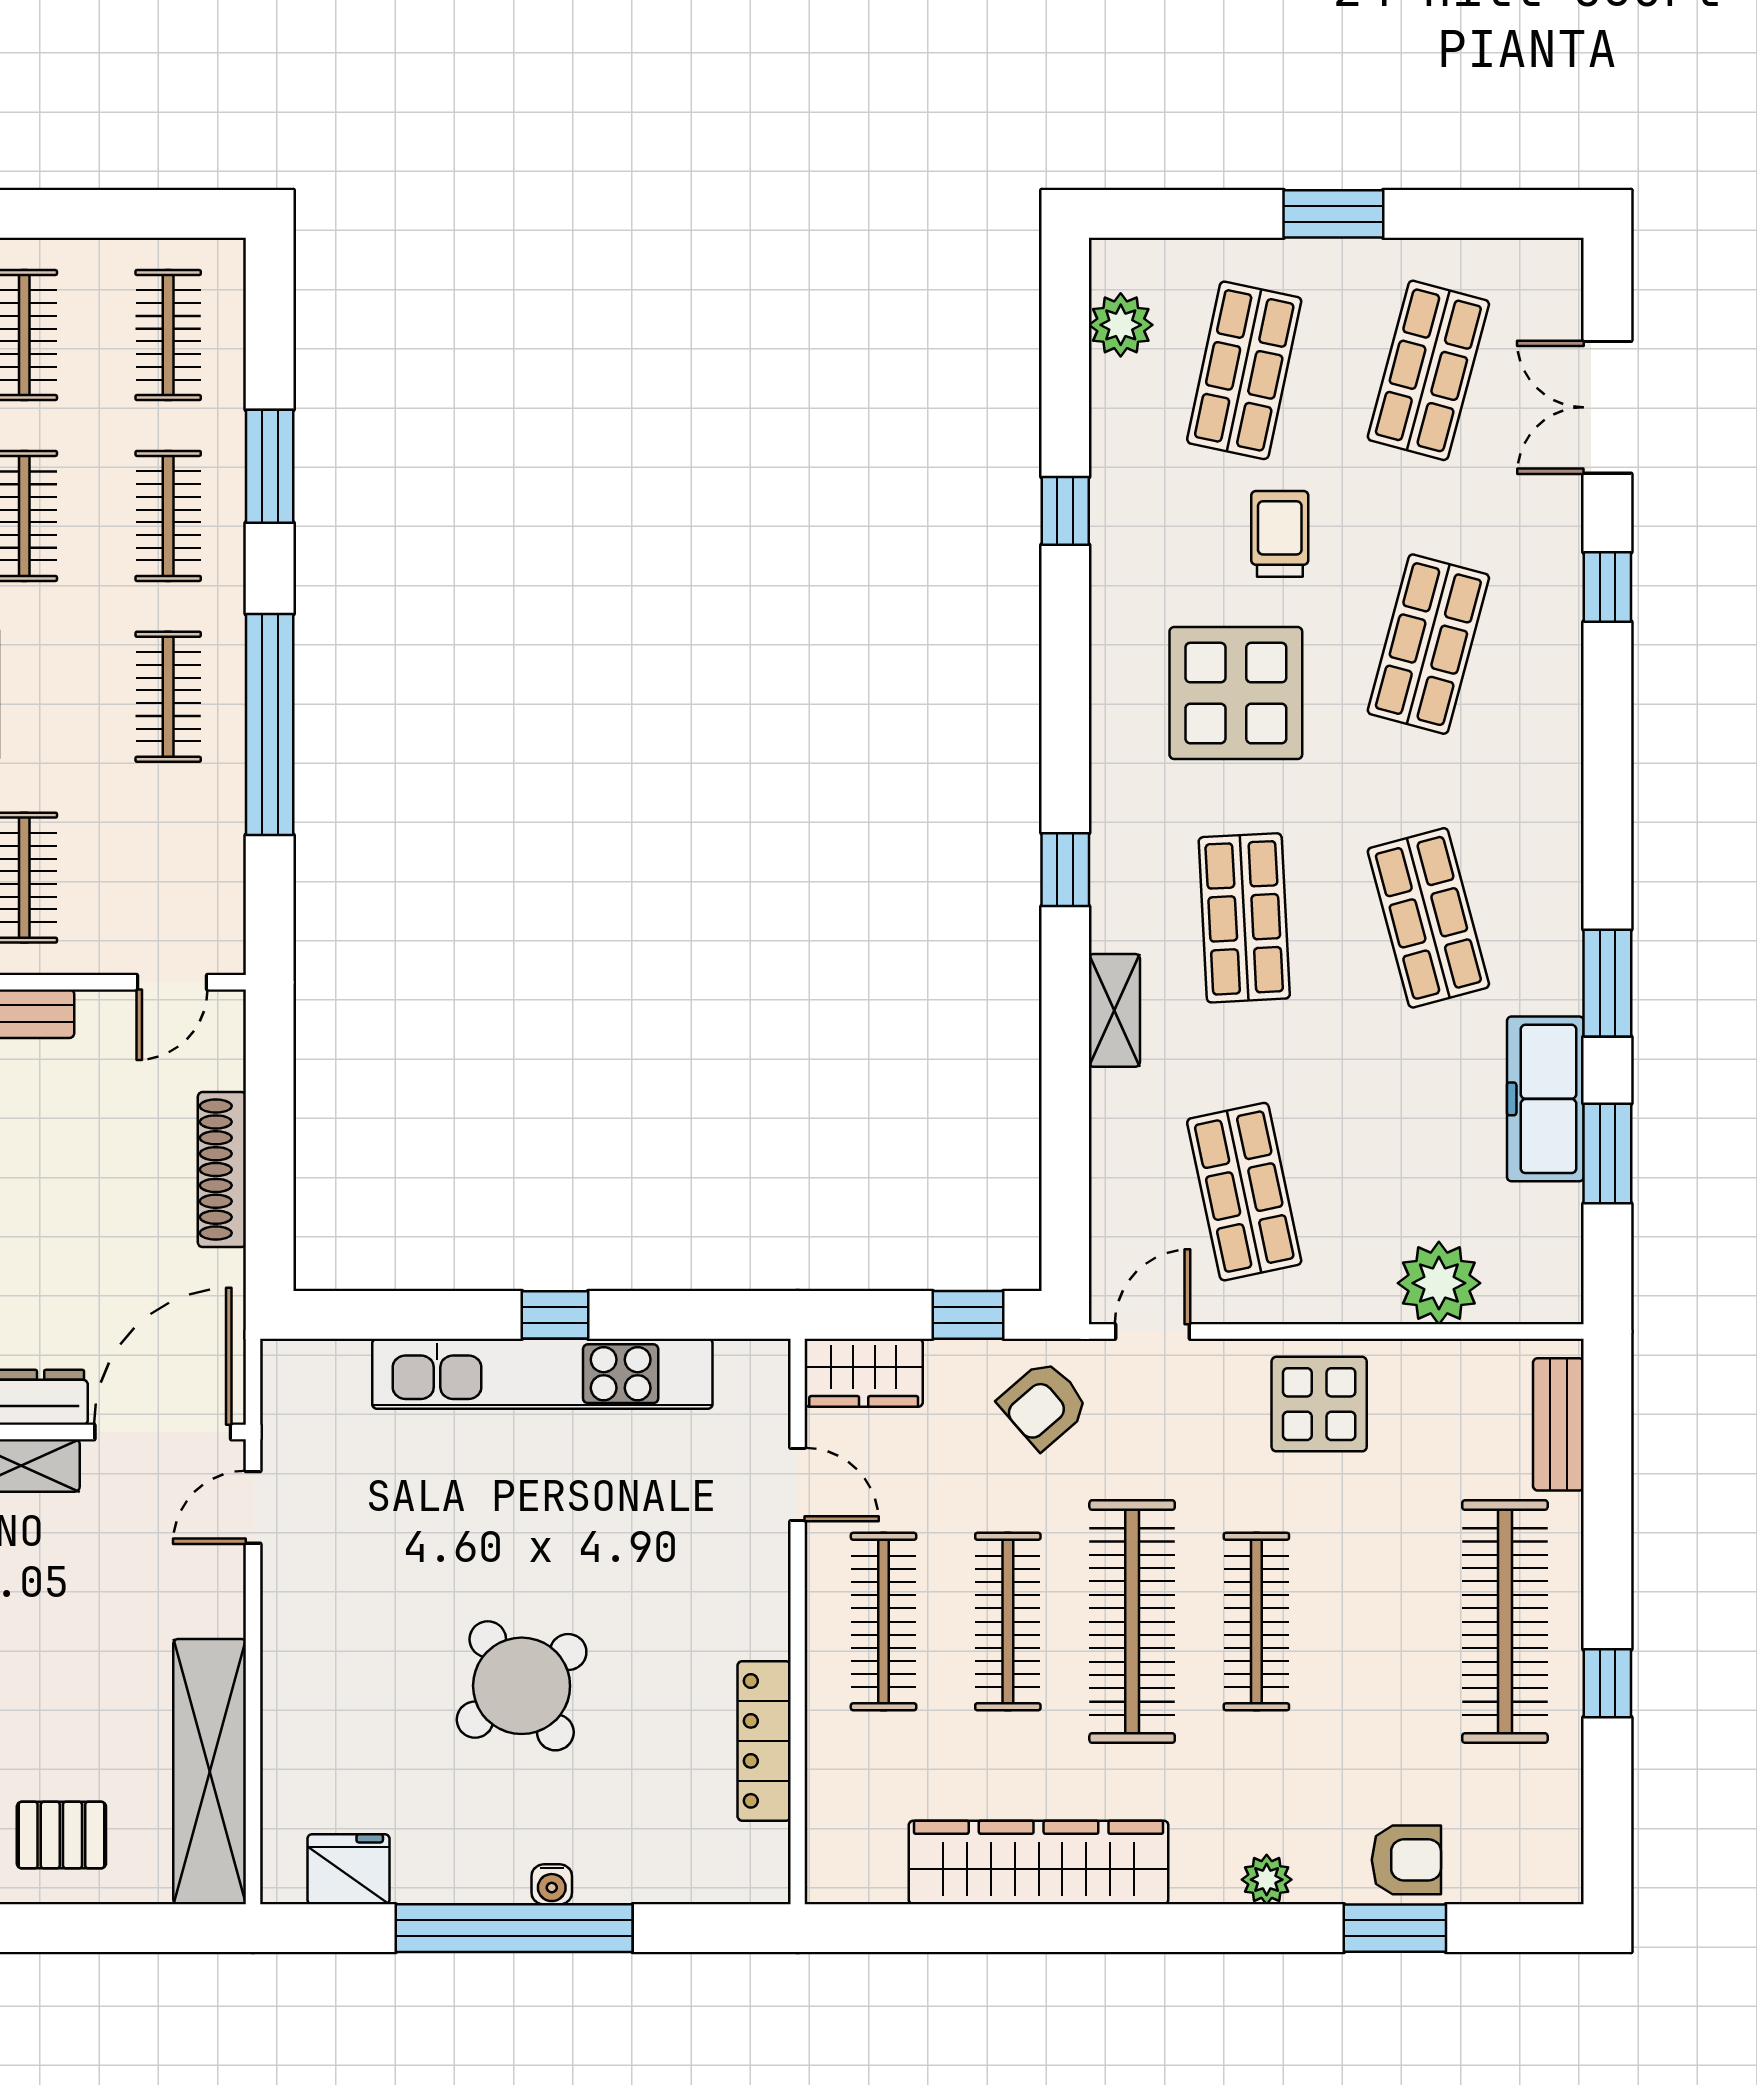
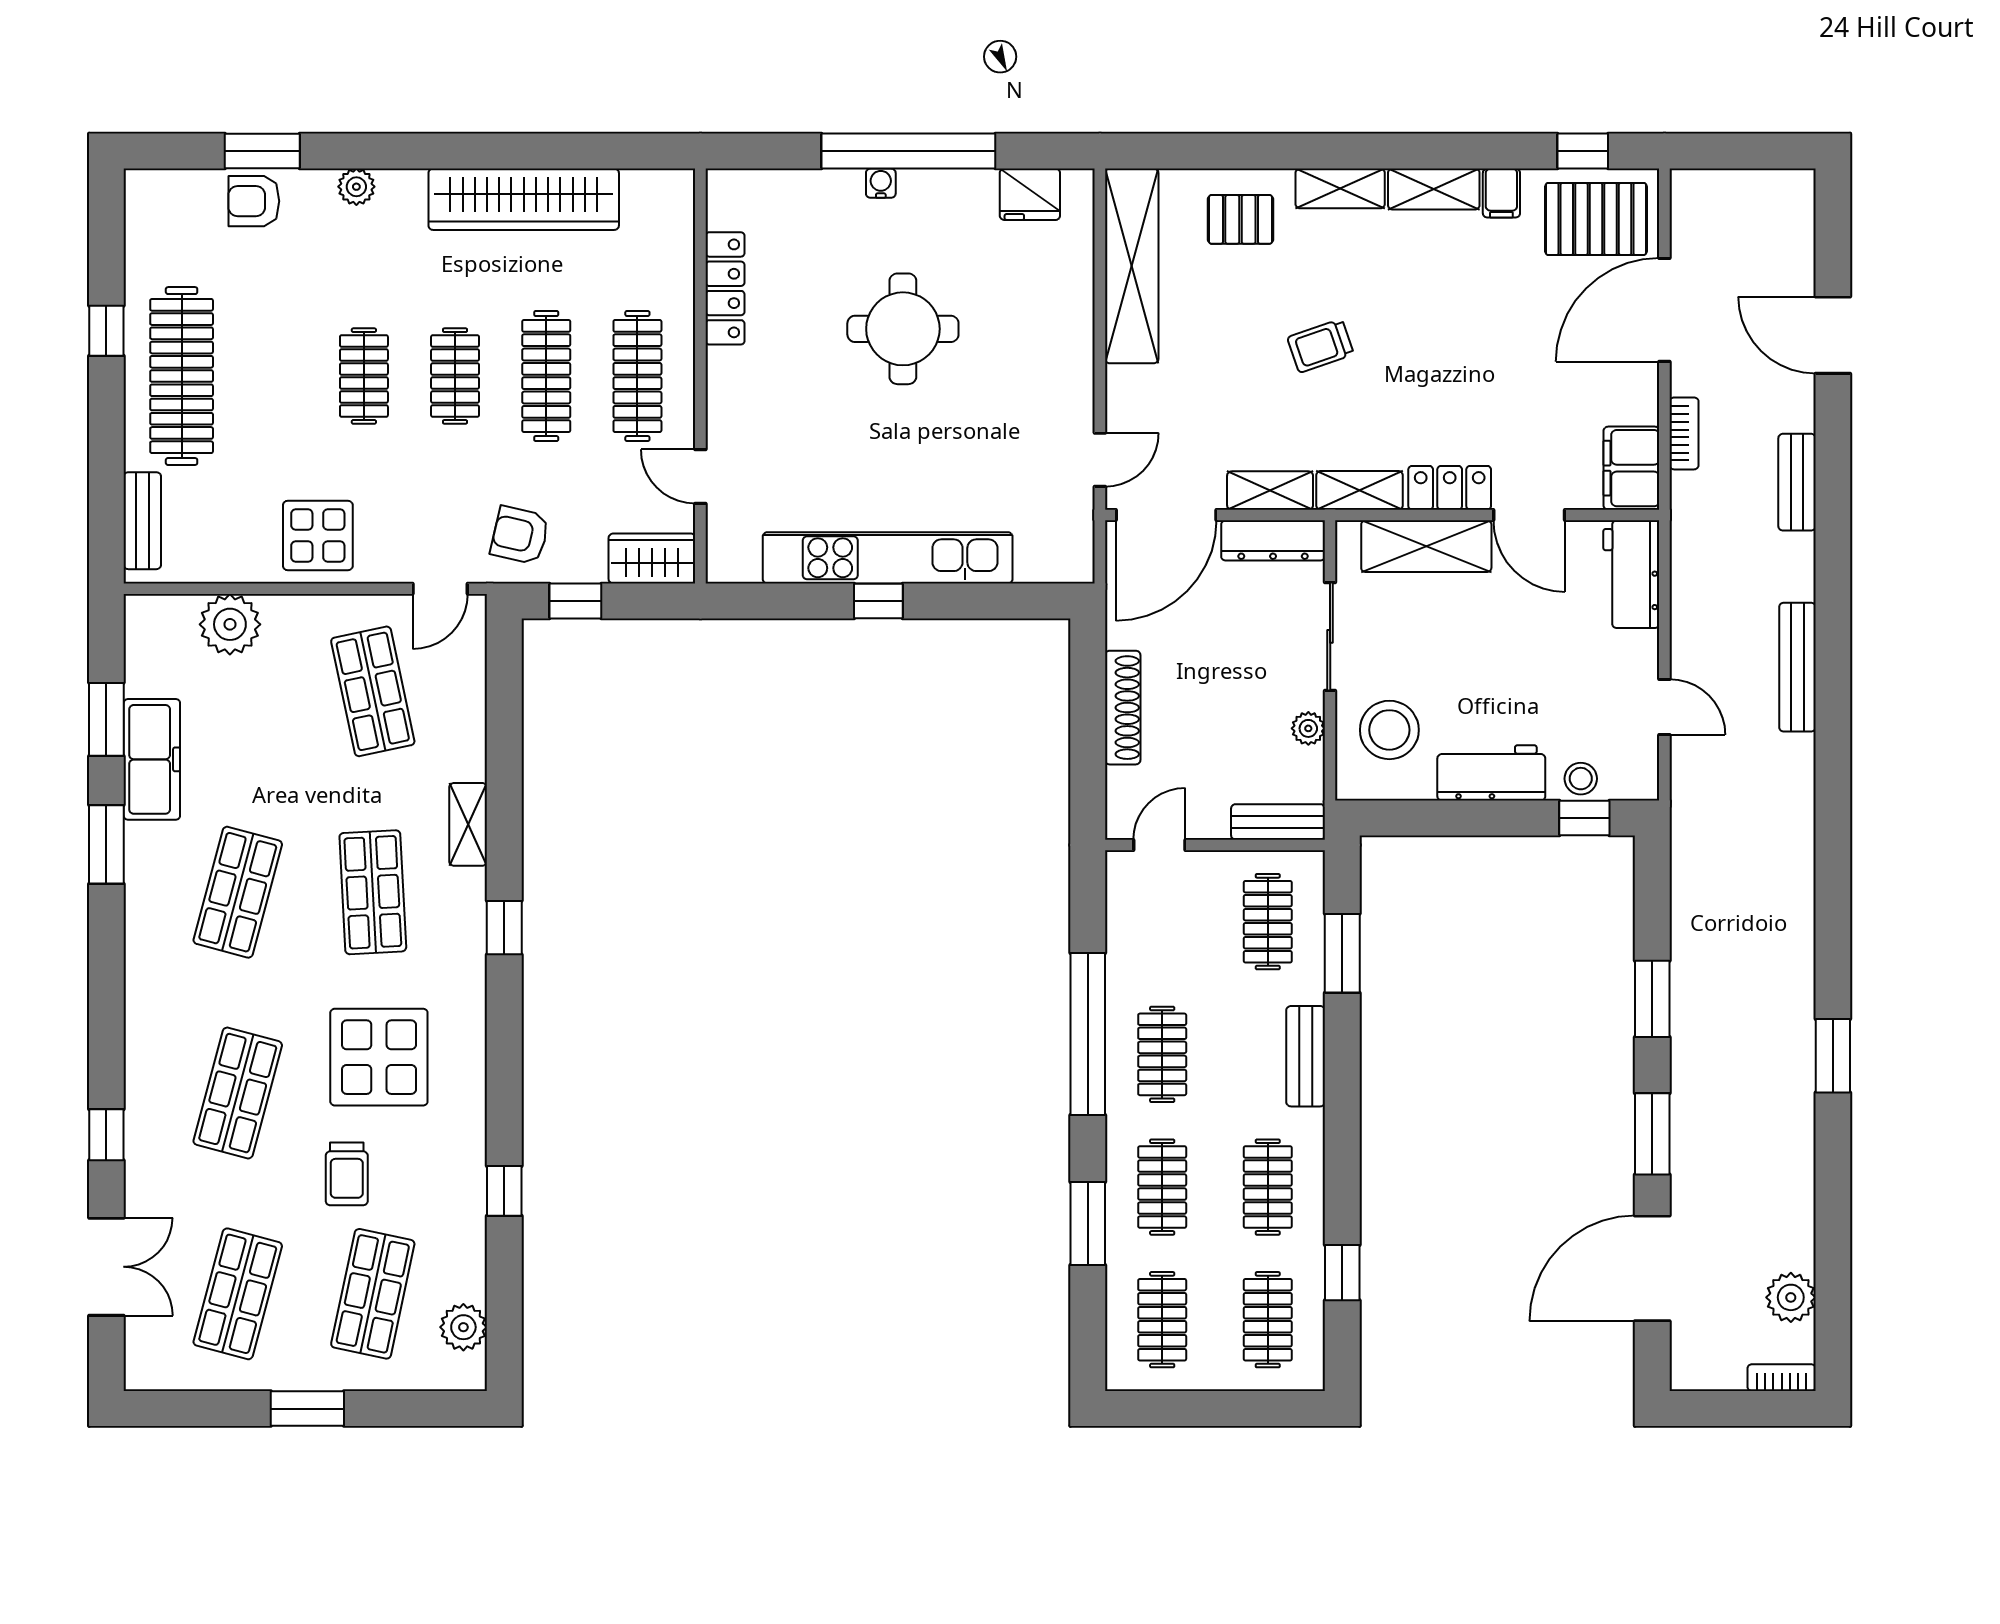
shop shelf: (1428, 918) -> (238, 892), turned 30
armchair: (1044, 1404) -> (520, 535), turned -126
clothes rail: (1132, 1622) -> (455, 376), width x0.54, depth x0.76
clothes rail: (1256, 1622) -> (364, 376), width x0.73
round table: (522, 1686) -> (903, 329), turned 36

